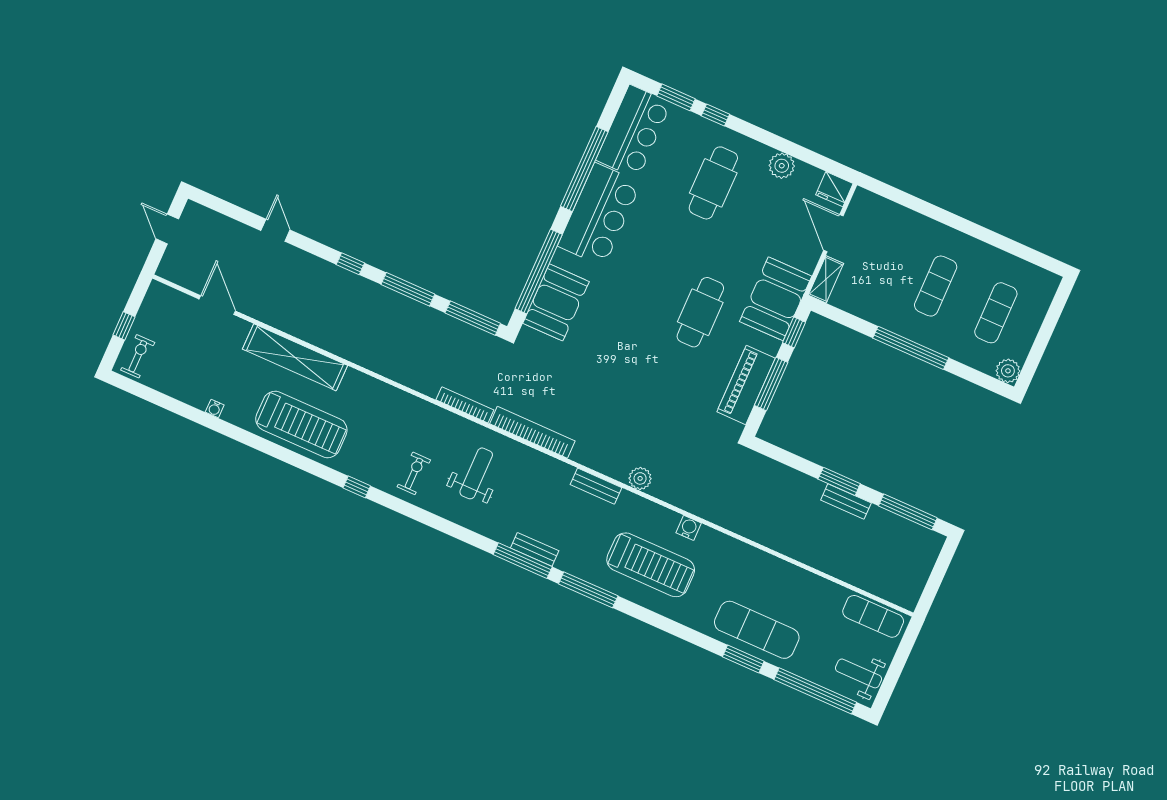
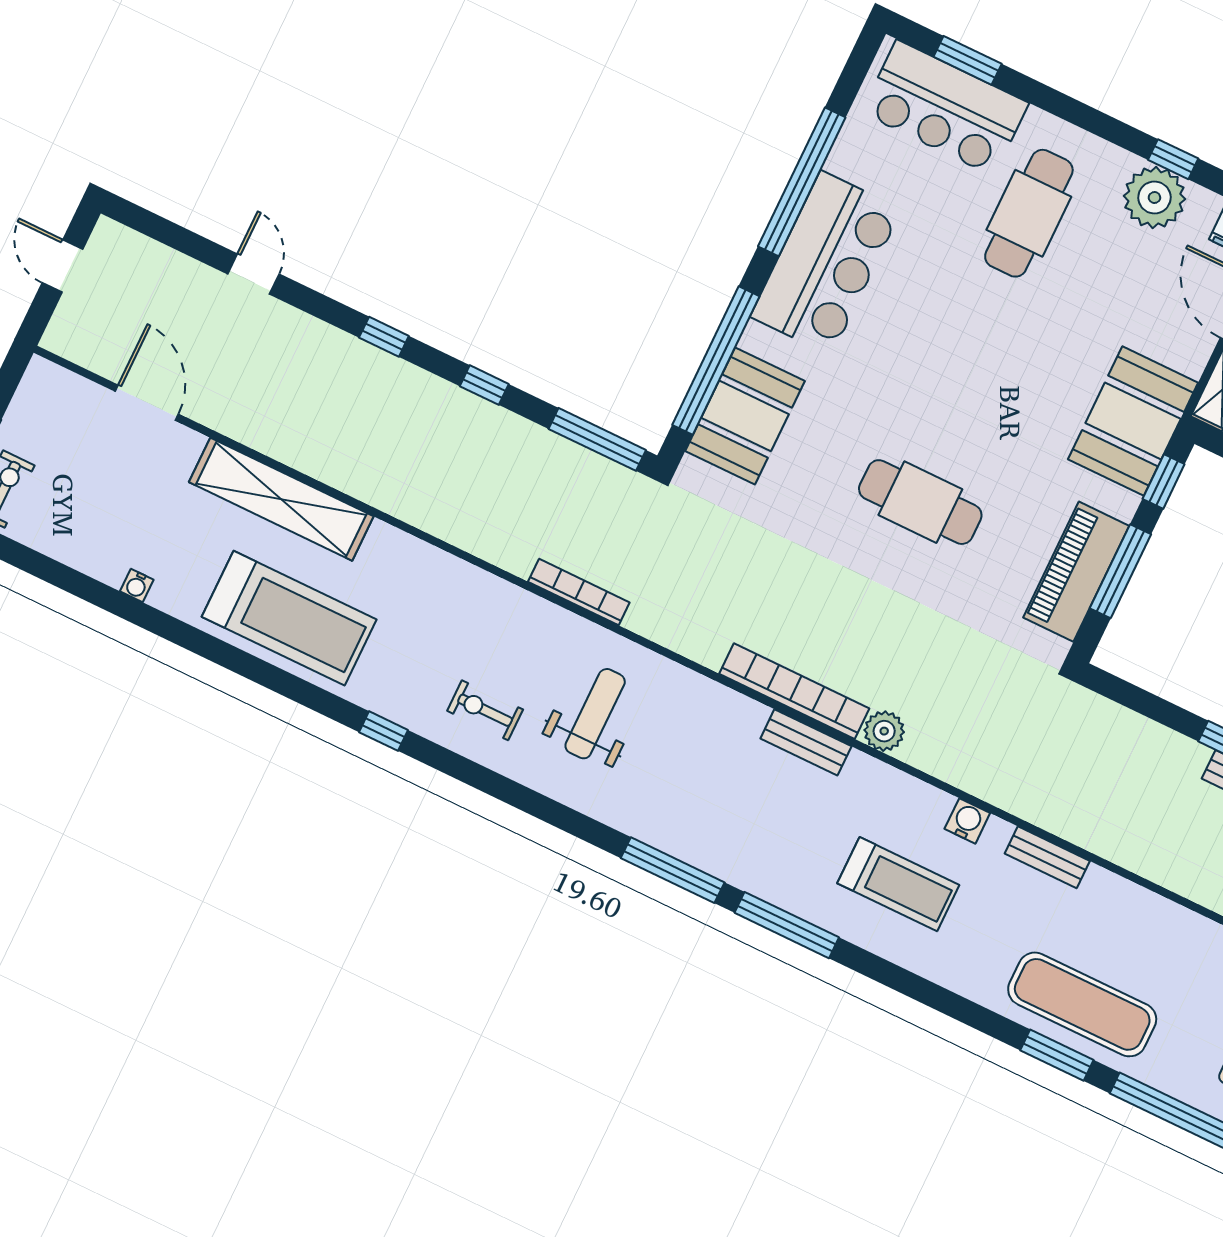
window: (715, 115) -> (1173, 159), moved
bar counter: (634, 131) -> (945, 108), moved, turned 90
plant: (782, 166) -> (1154, 197), width x1.36, depth x1.36
window: (408, 289) -> (484, 385), width x0.46
cafe table: (700, 312) -> (920, 502), moved, turned 90
bookcase: (532, 432) -> (794, 691), moved
exercise bike: (414, 473) -> (485, 710), turned -90
bench: (535, 549) -> (1047, 857), moved
treadmill: (651, 565) -> (898, 884), width x0.73, depth x0.73

